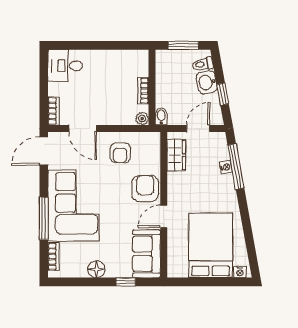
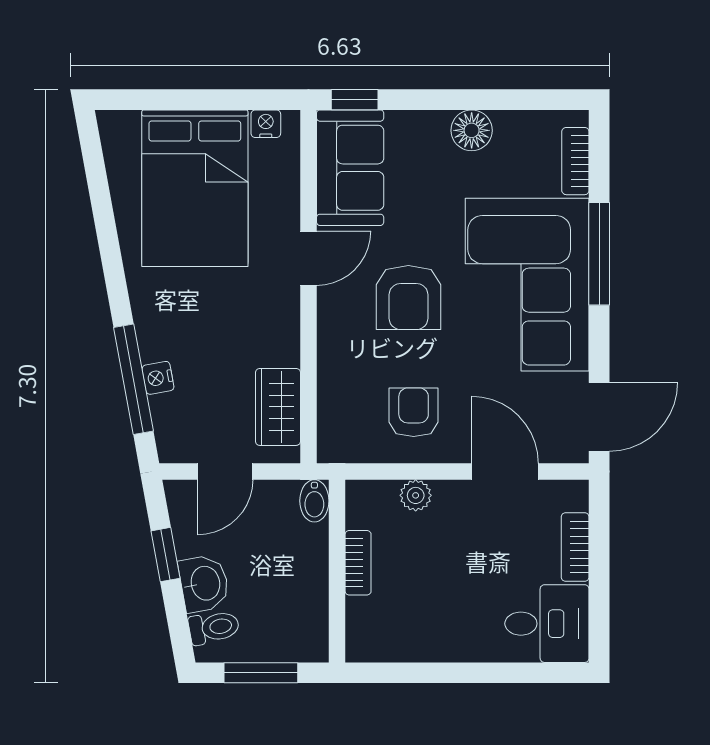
bookcase: (54, 111) -> (575, 547), moved
plant: (142, 119) -> (416, 495), moved
armchair: (145, 189) -> (408, 298), moved
nightstand: (240, 272) -> (266, 124), moved
window: (126, 282) -> (355, 100), moved

